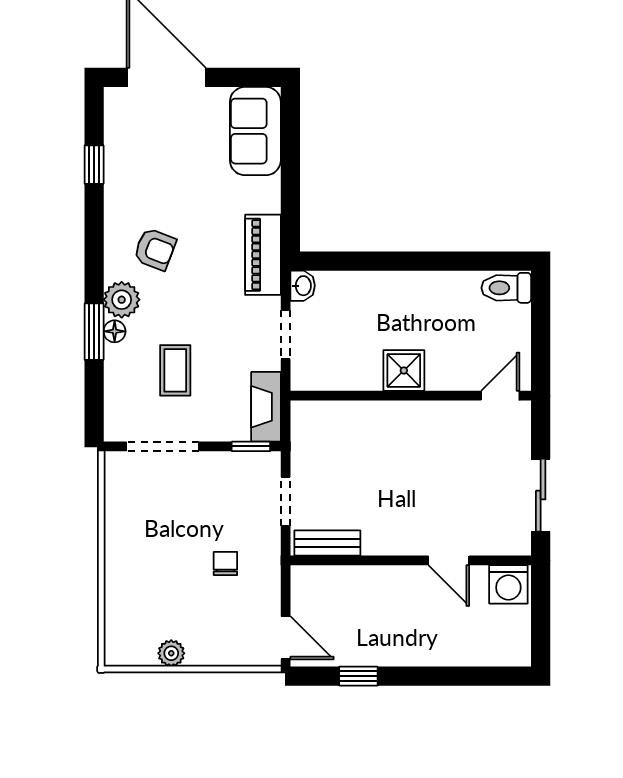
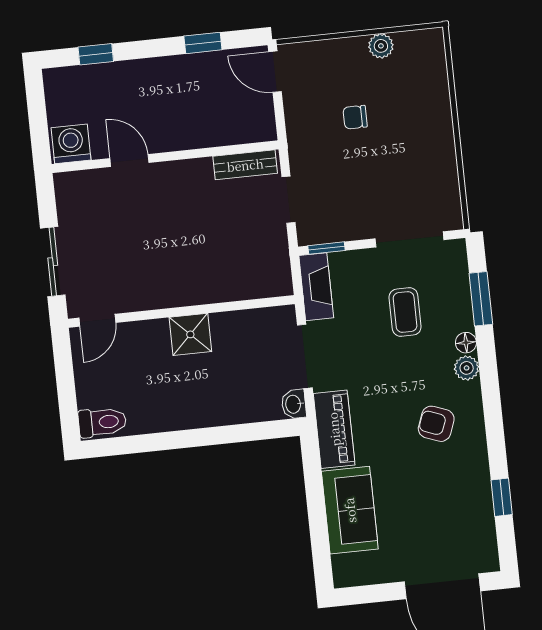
sofa: (255, 131) -> (350, 510), moved
plant: (122, 300) -> (467, 368), width x0.73, depth x0.73
window: (94, 332) -> (481, 299), moved
doorway: (286, 335) -> (305, 356), width x1.38
sliding door: (541, 495) -> (53, 262), moved
chair: (225, 564) -> (355, 117), moved, turned 90
window: (472, 676) -> (96, 54), added

